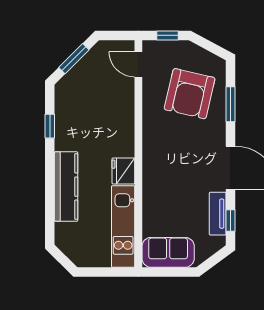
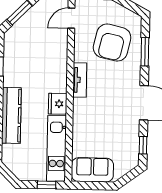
door: (138, 64) -> (71, 18), hinge flipped
tv unit: (218, 214) -> (80, 80), moved, turned 180
window: (111, 272) -> (47, 185), added

